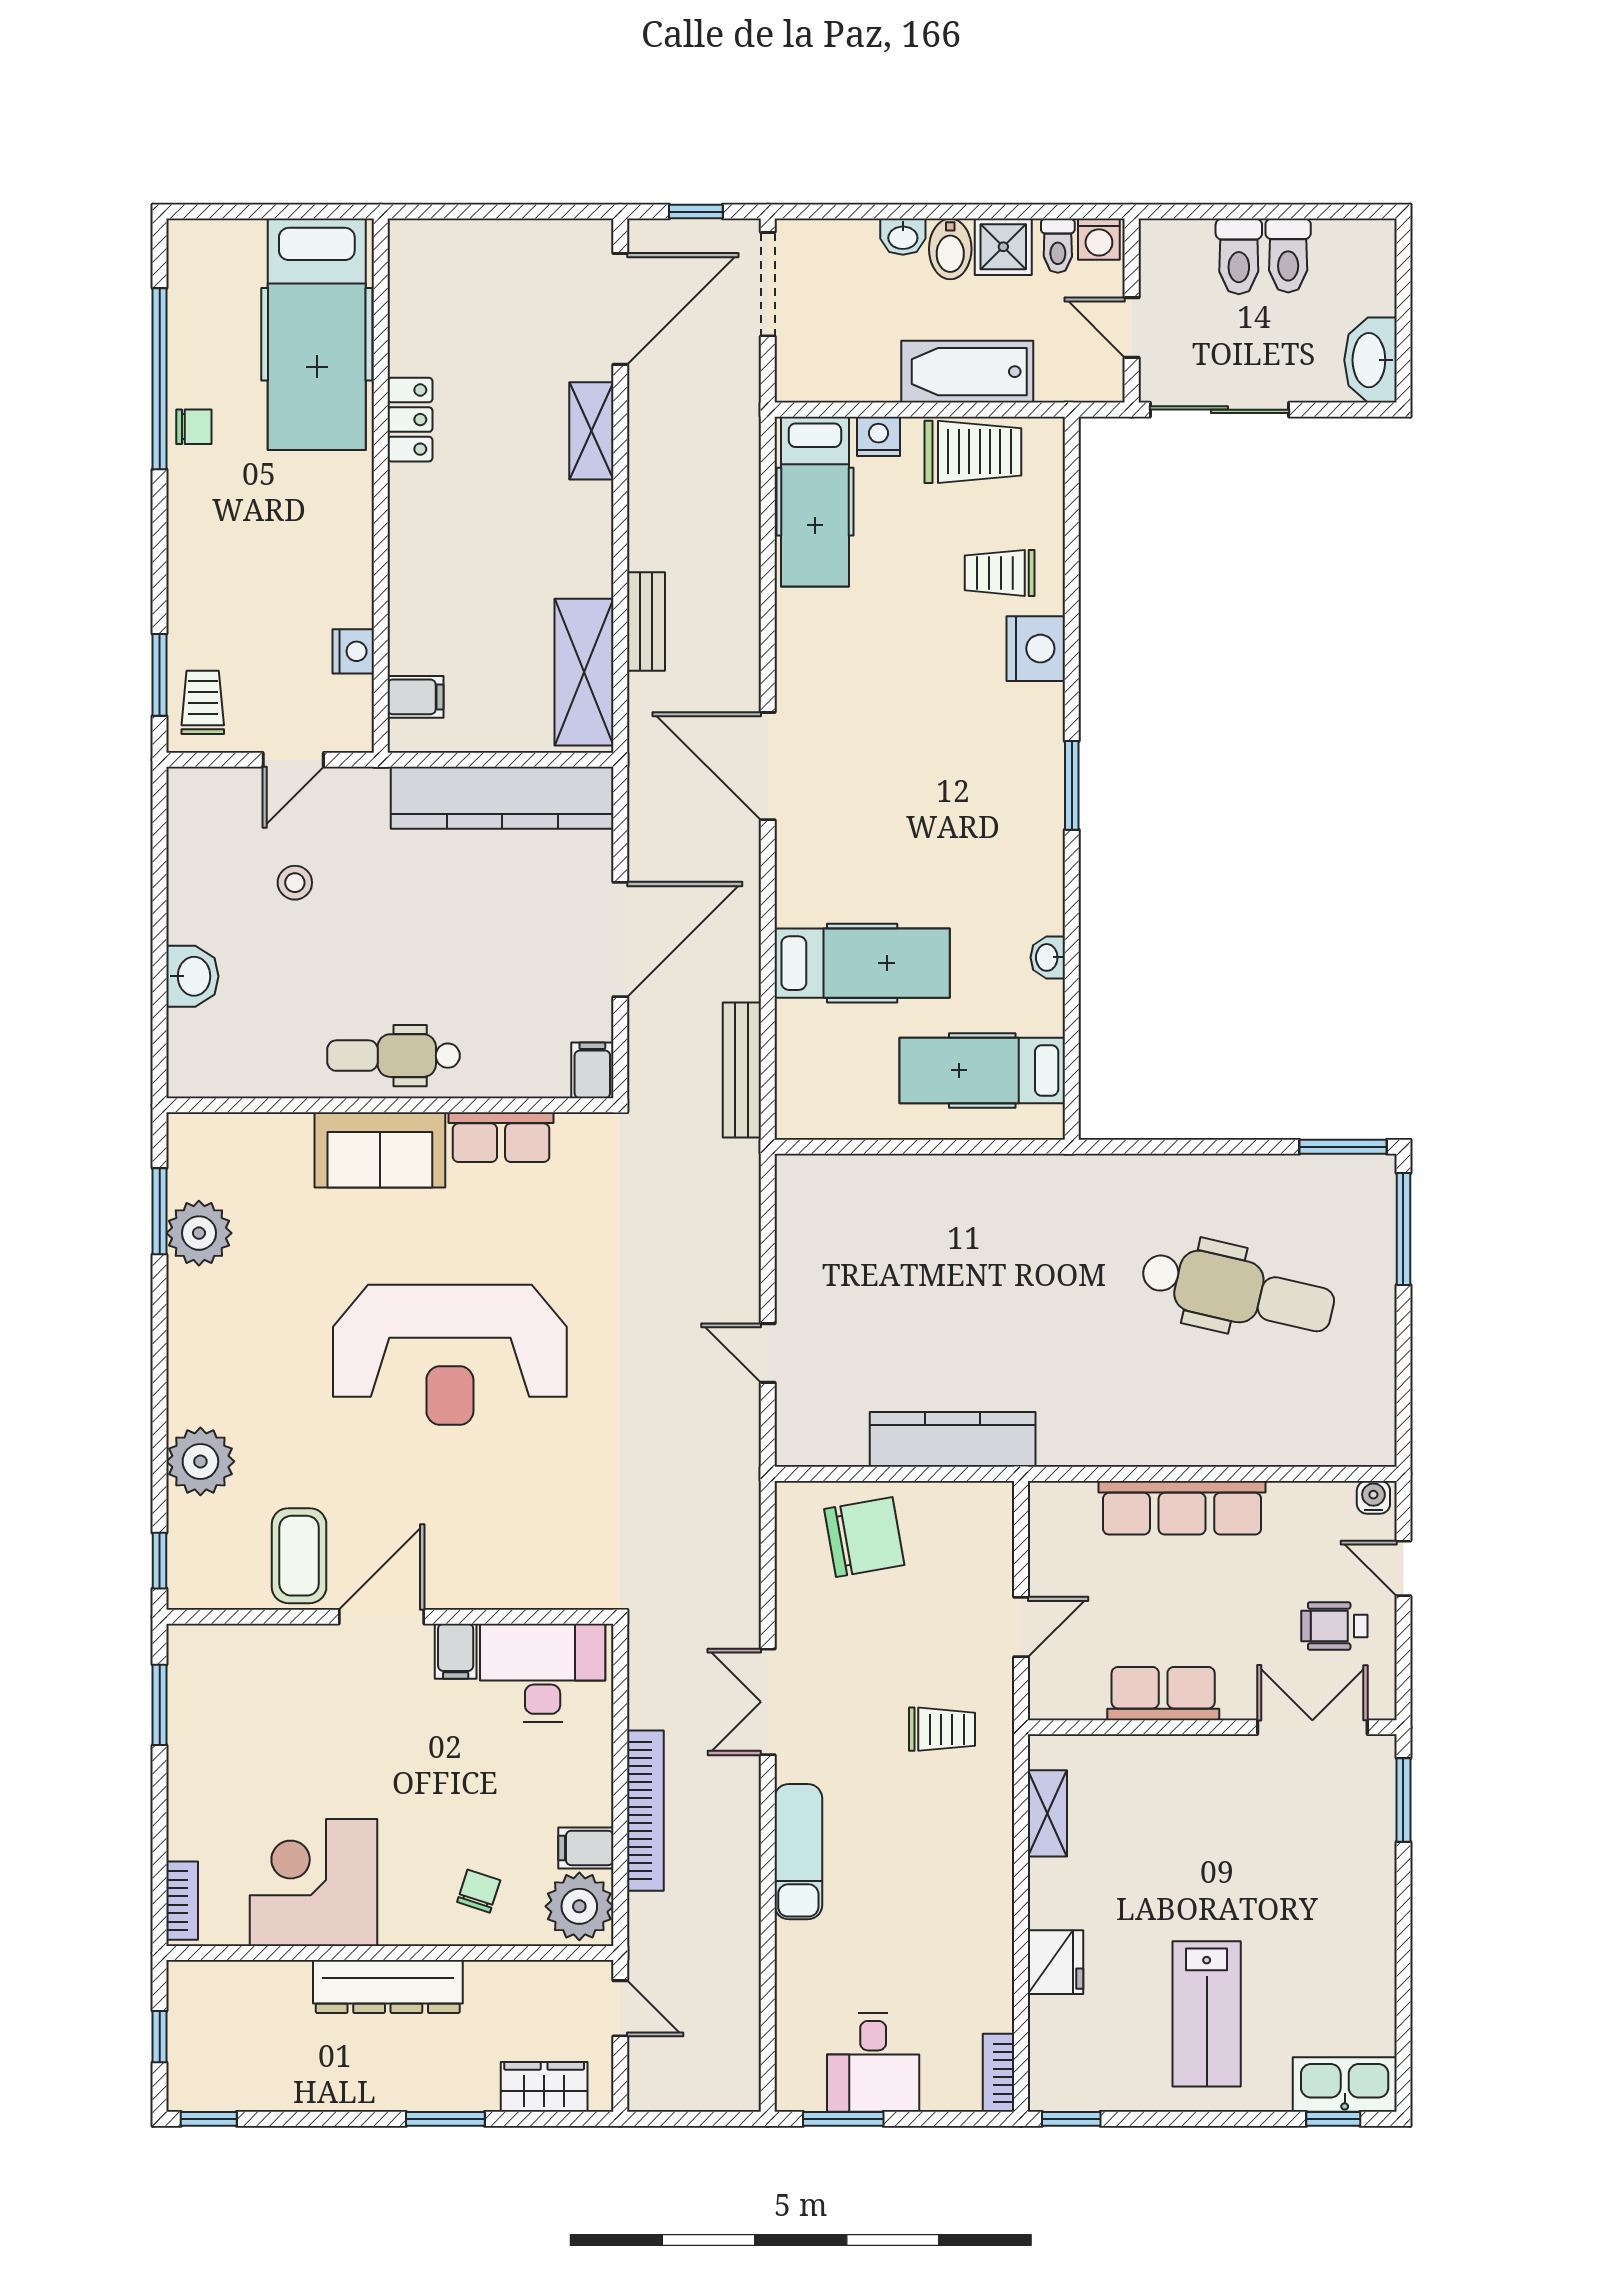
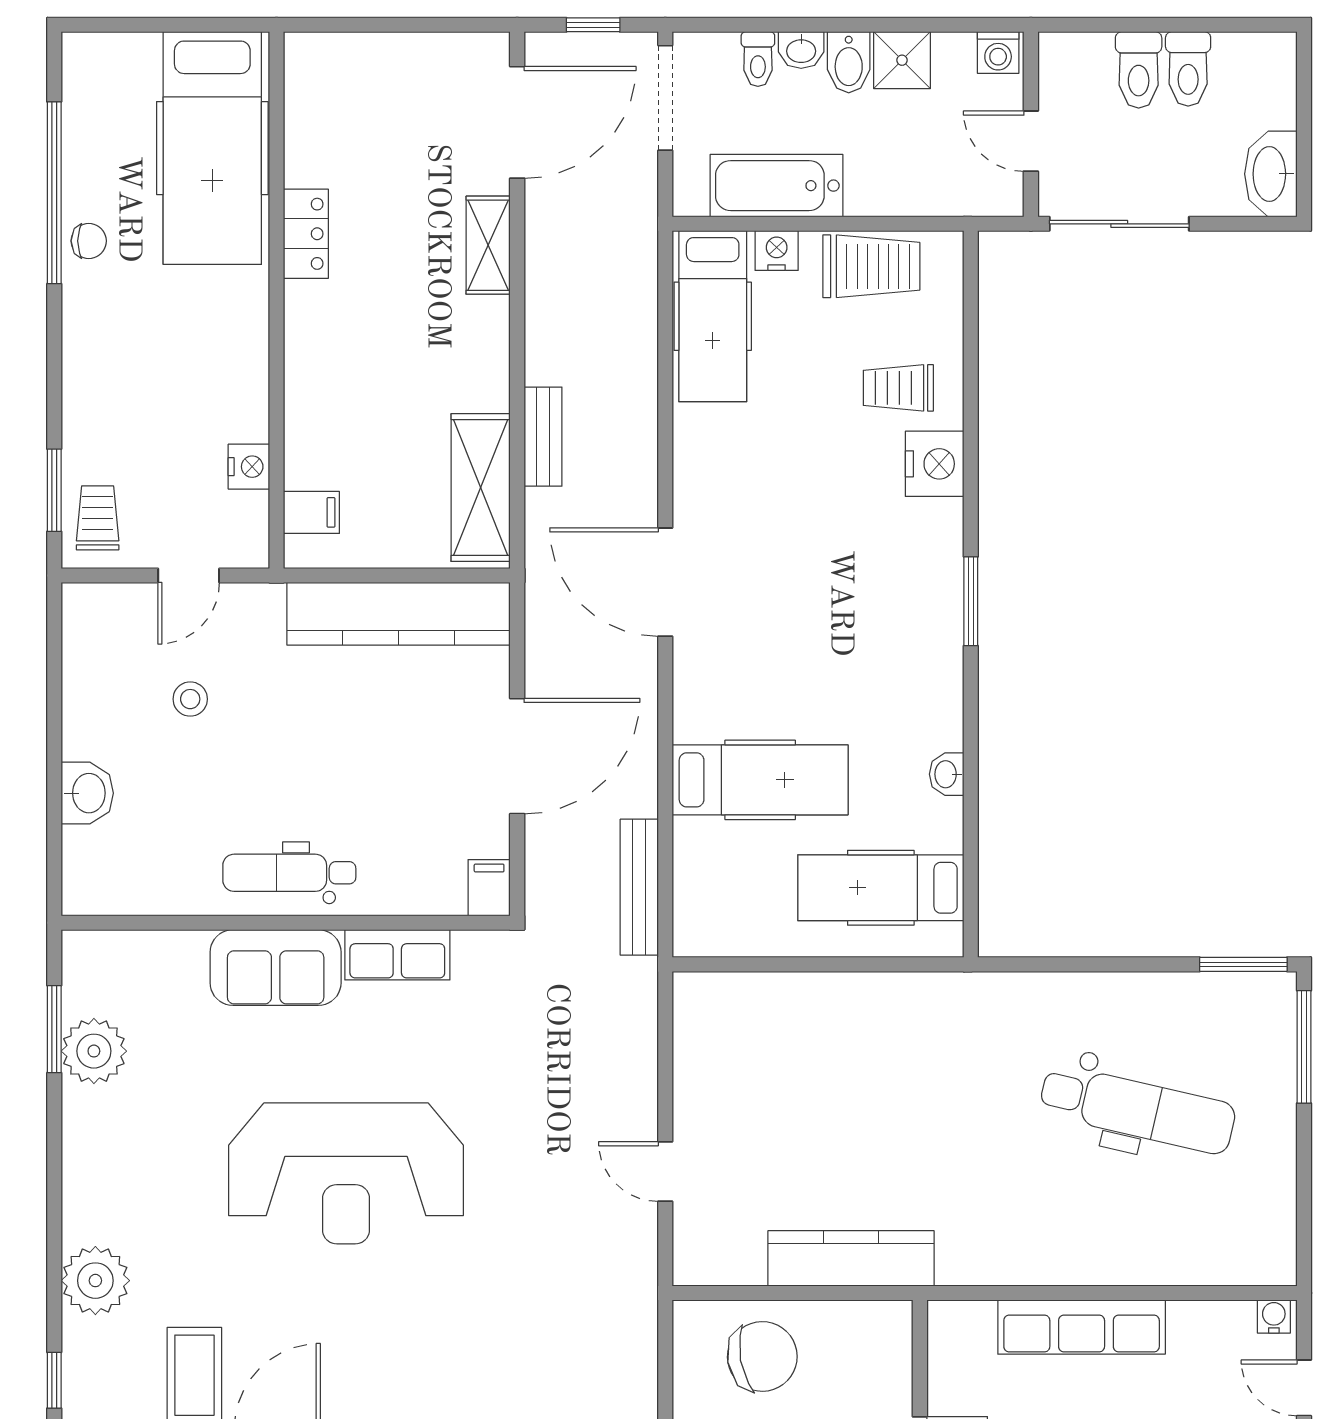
toilet: (1058, 246) -> (758, 59), moved
bathtub: (967, 372) -> (776, 186), moved

